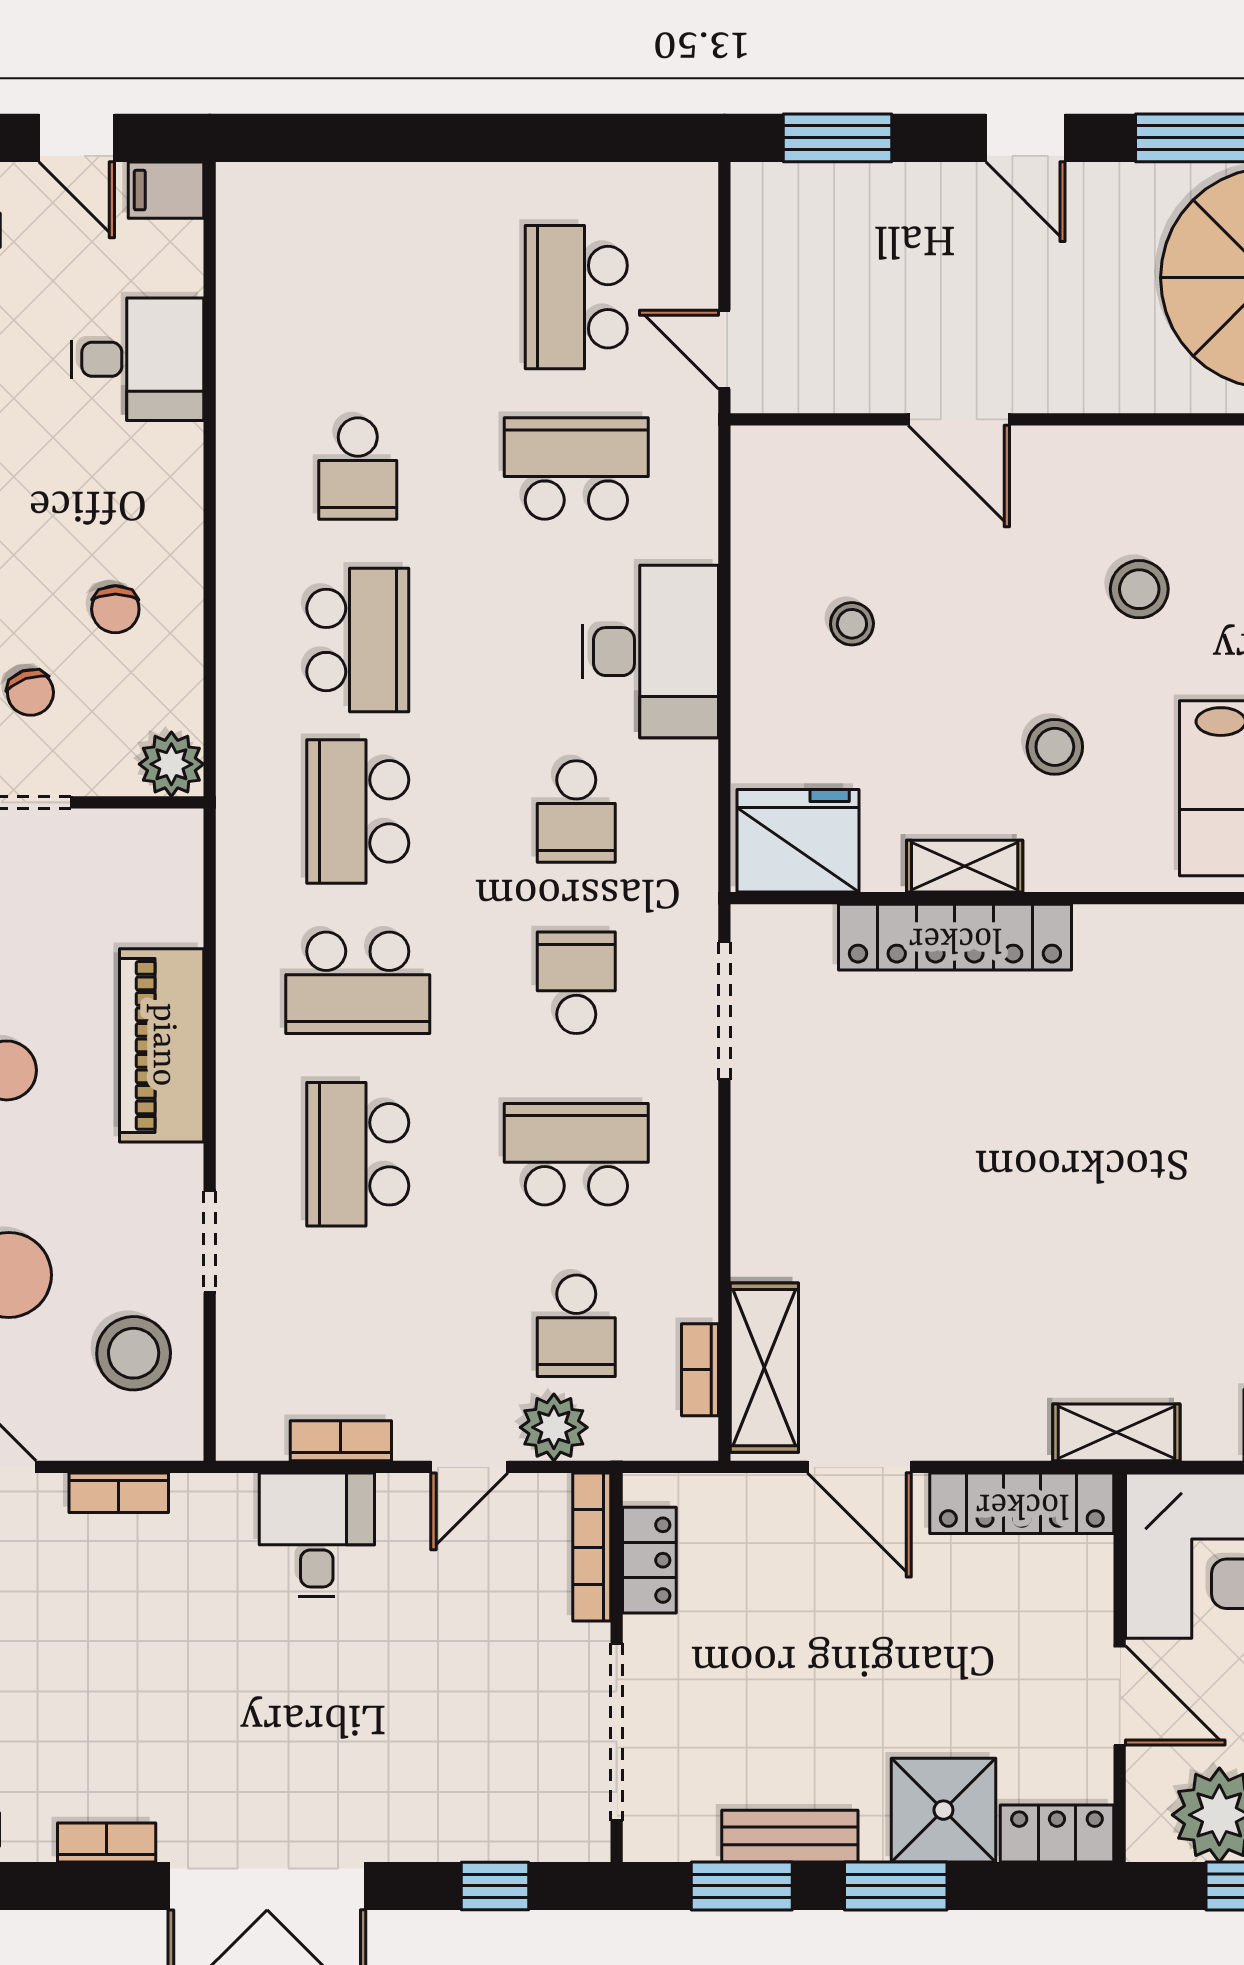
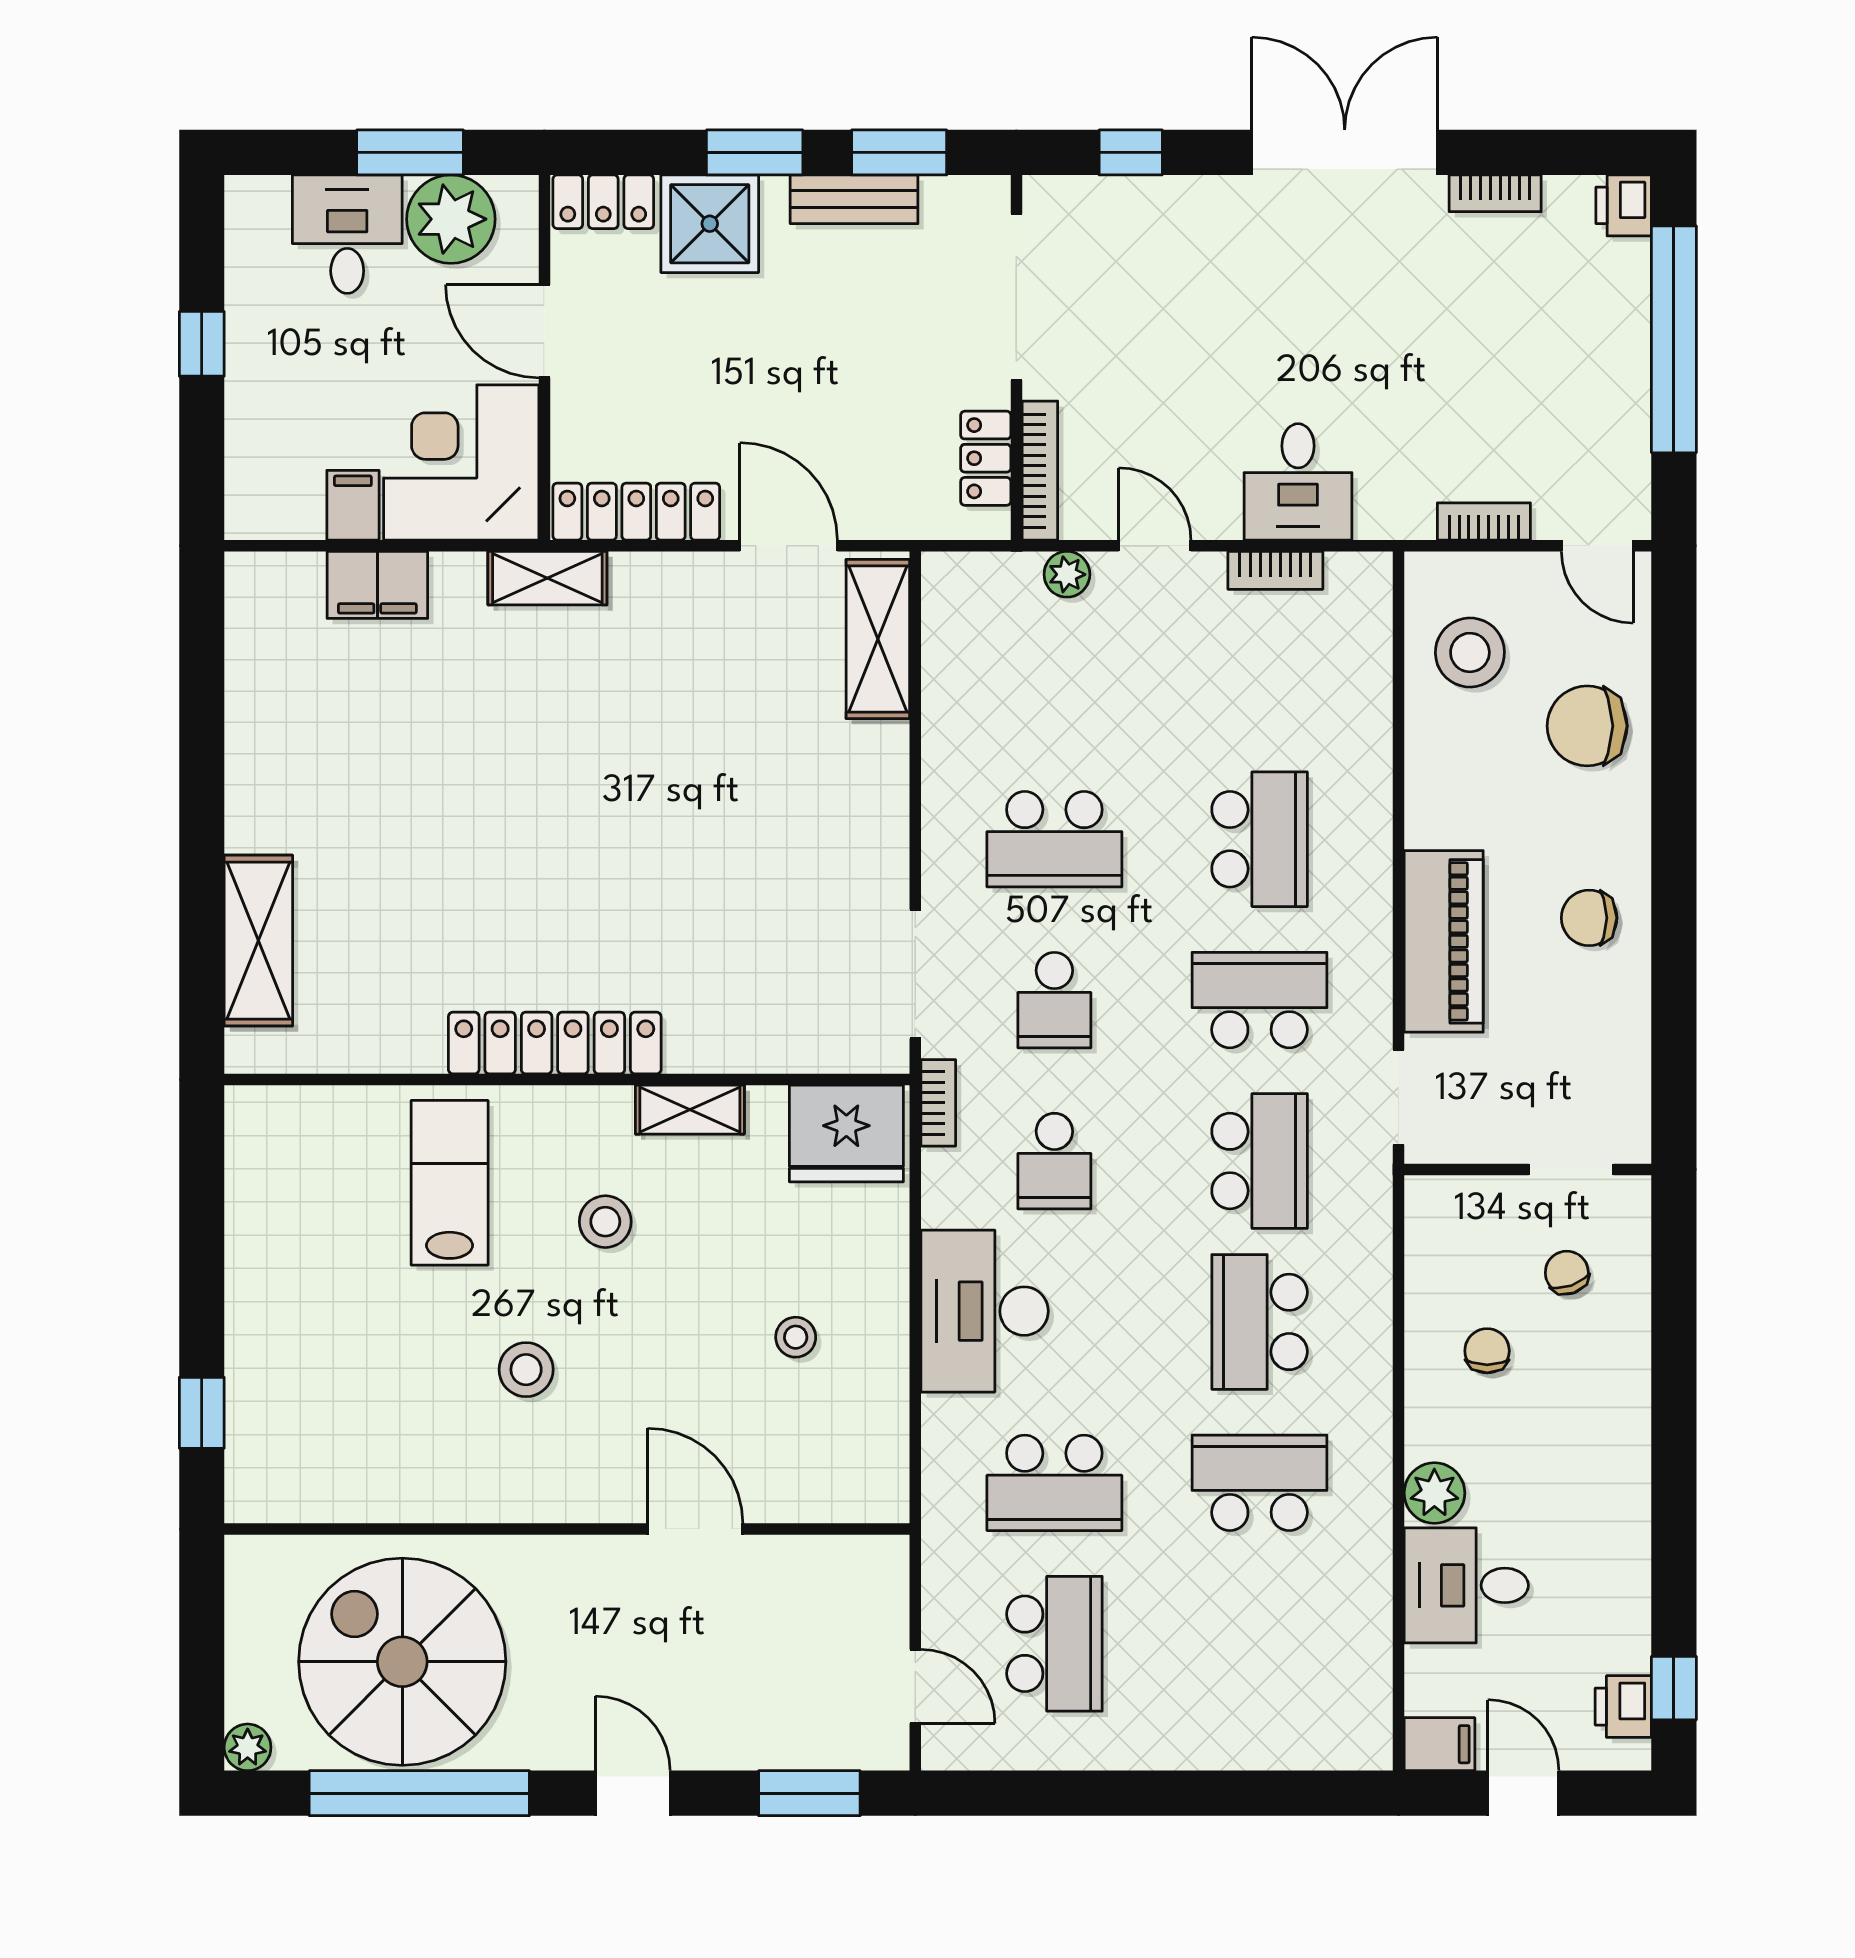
door: (724, 349) -> (915, 1686), moved
school desk: (358, 469) -> (1260, 1483), width x1.85
plant: (171, 764) -> (1434, 1493), moved
school desk: (576, 811) -> (1054, 1161), turned 180
locker: (955, 937) -> (555, 1043), moved
doorway: (210, 1242) -> (1399, 1097), moved
school desk: (576, 1326) -> (1054, 678), removed
bookcase: (700, 1370) -> (938, 1103), moved
plant: (554, 1427) -> (1067, 574), width x0.73, depth x0.73
door: (469, 1467) -> (1155, 546), hinge flipped

